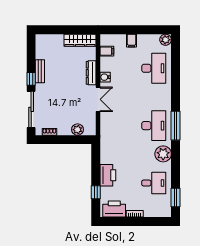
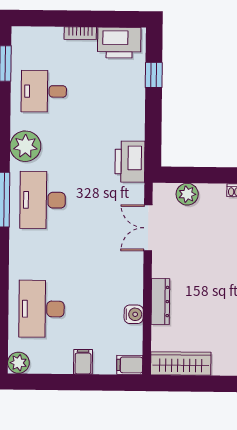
filing cabinet: (107, 51) -> (130, 365), moved
water cooler: (105, 77) -> (134, 314), moved
double door: (98, 99) -> (148, 228), moved
printer: (108, 175) -> (130, 162), moved

